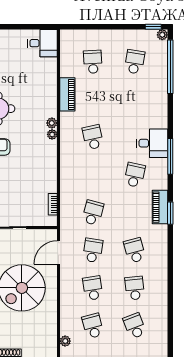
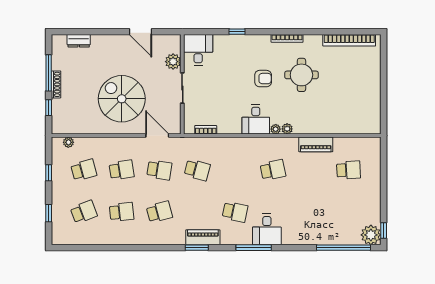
plant: (162, 35) -> (371, 235), width x1.88, depth x1.88
desk: (42, 43) -> (256, 119), moved
school desk: (135, 62) -> (348, 212), removed

